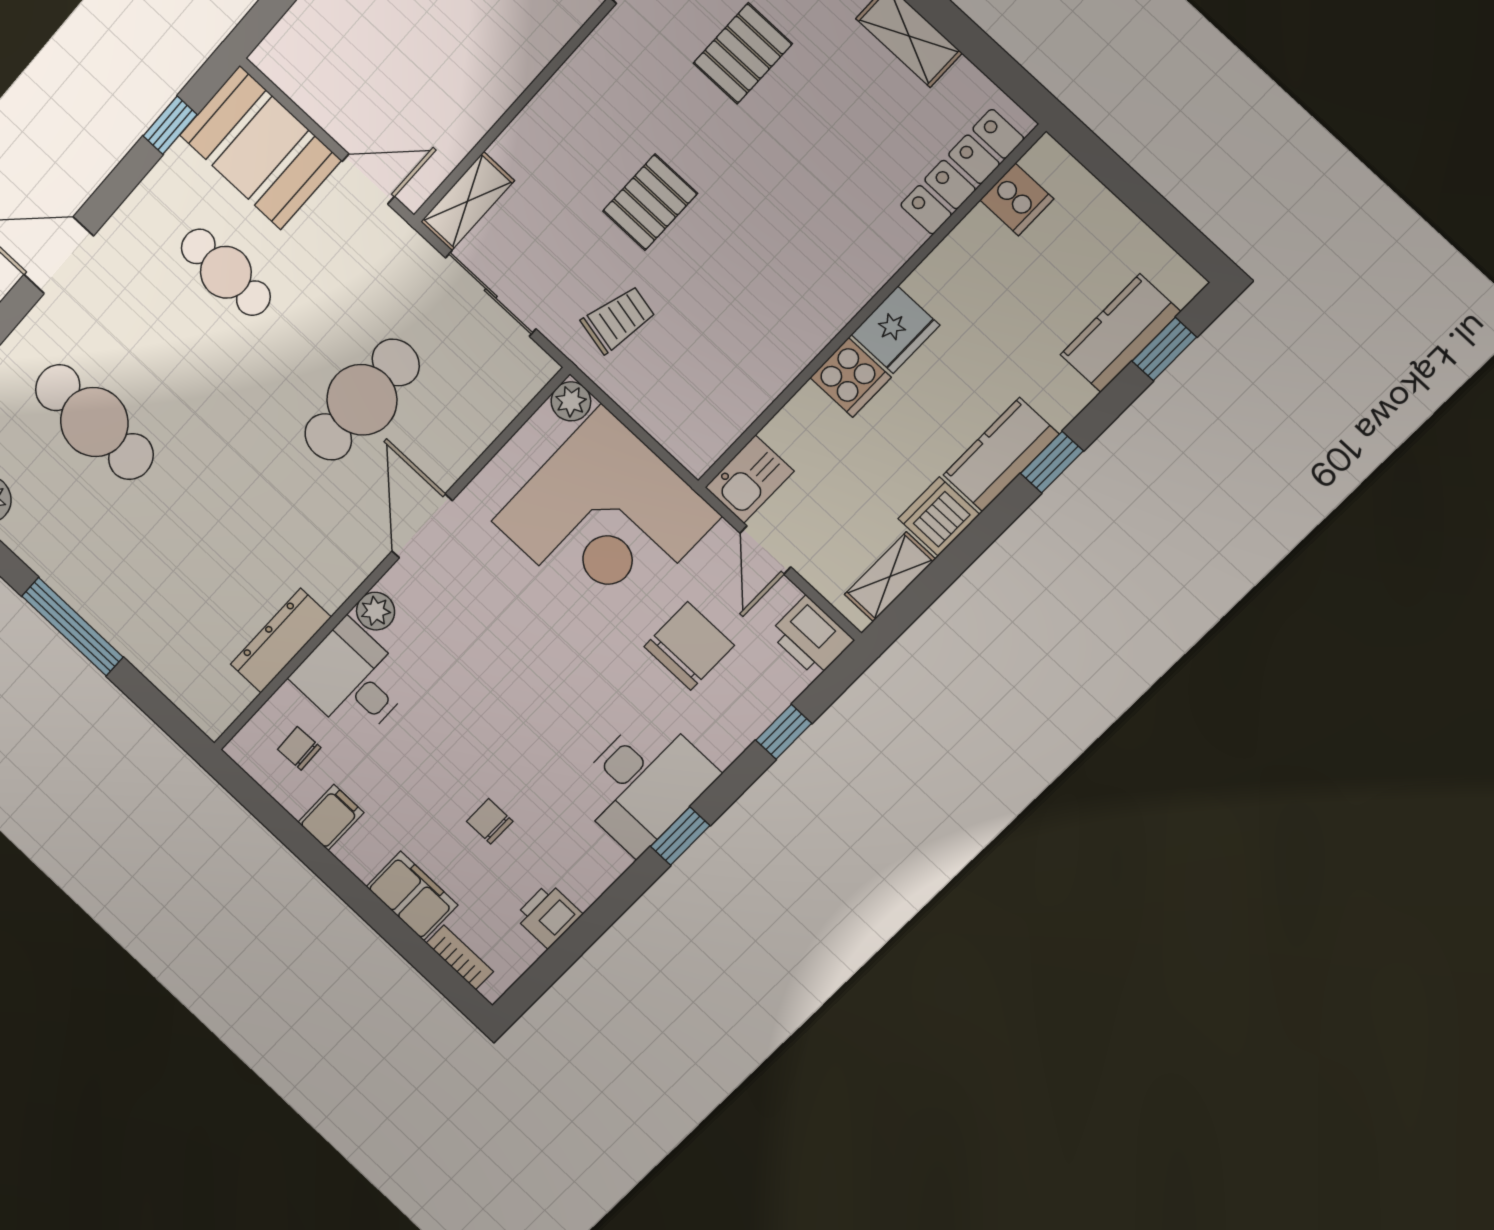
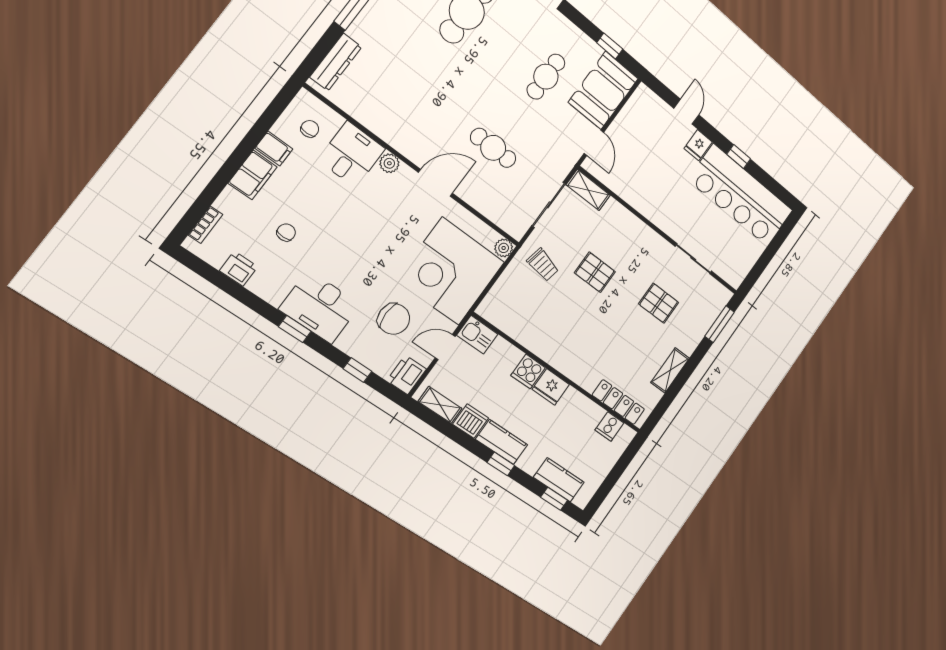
cafe table: (362, 400) -> (493, 148), width x0.73, depth x0.74
dresser: (281, 641) -> (336, 62), moved, turned 90
filing cabinet: (412, 896) -> (253, 175), moved

